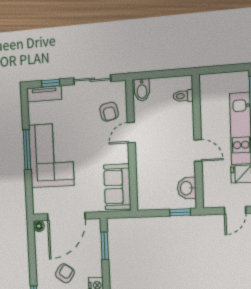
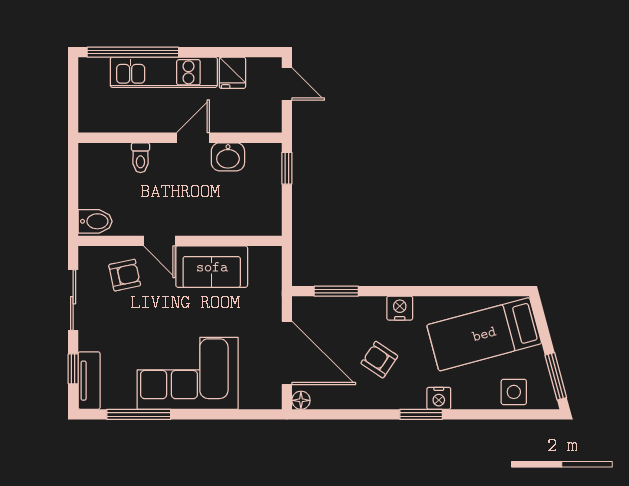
toilet: (183, 96) -> (140, 158), moved
window: (27, 150) -> (139, 414), moved
sofa: (117, 187) -> (212, 267), moved
washbasin: (187, 188) -> (228, 157), moved

